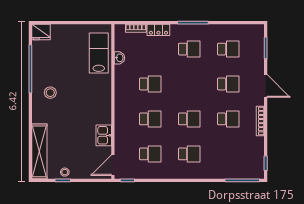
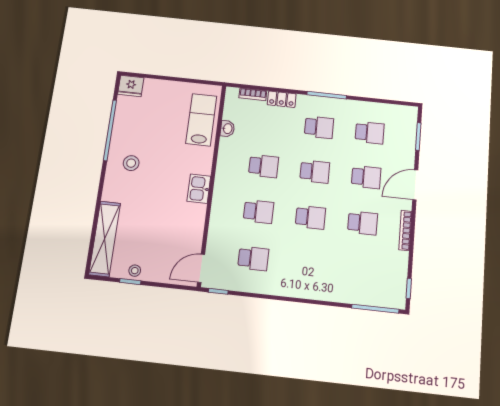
door: (266, 86) -> (415, 185), swing flipped
kitchen sink: (104, 135) -> (199, 189), moved
school desk: (189, 154) -> (315, 172), moved

